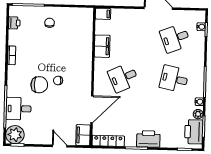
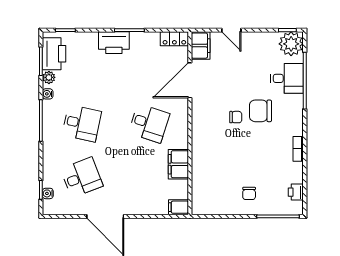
desk: (123, 78) -> (149, 123), turned 42
locker: (108, 141) -> (174, 39), width x0.66

